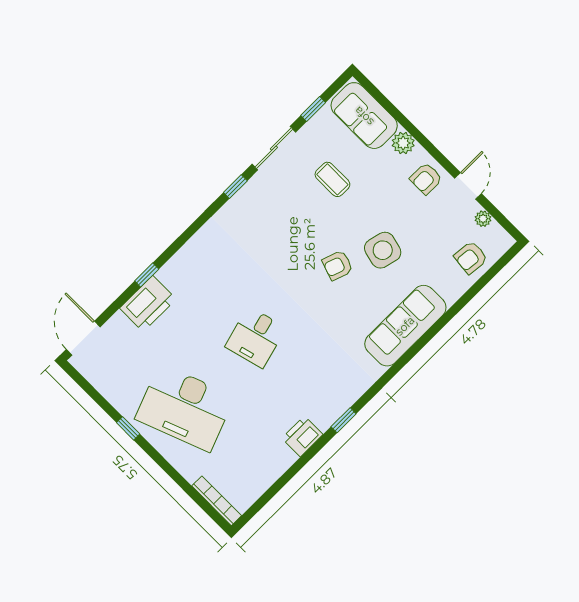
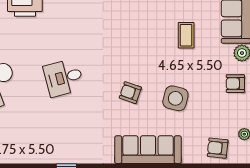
armchair: (338, 265) -> (130, 93), moved
printer: (302, 436) -> (37, 154), removed

